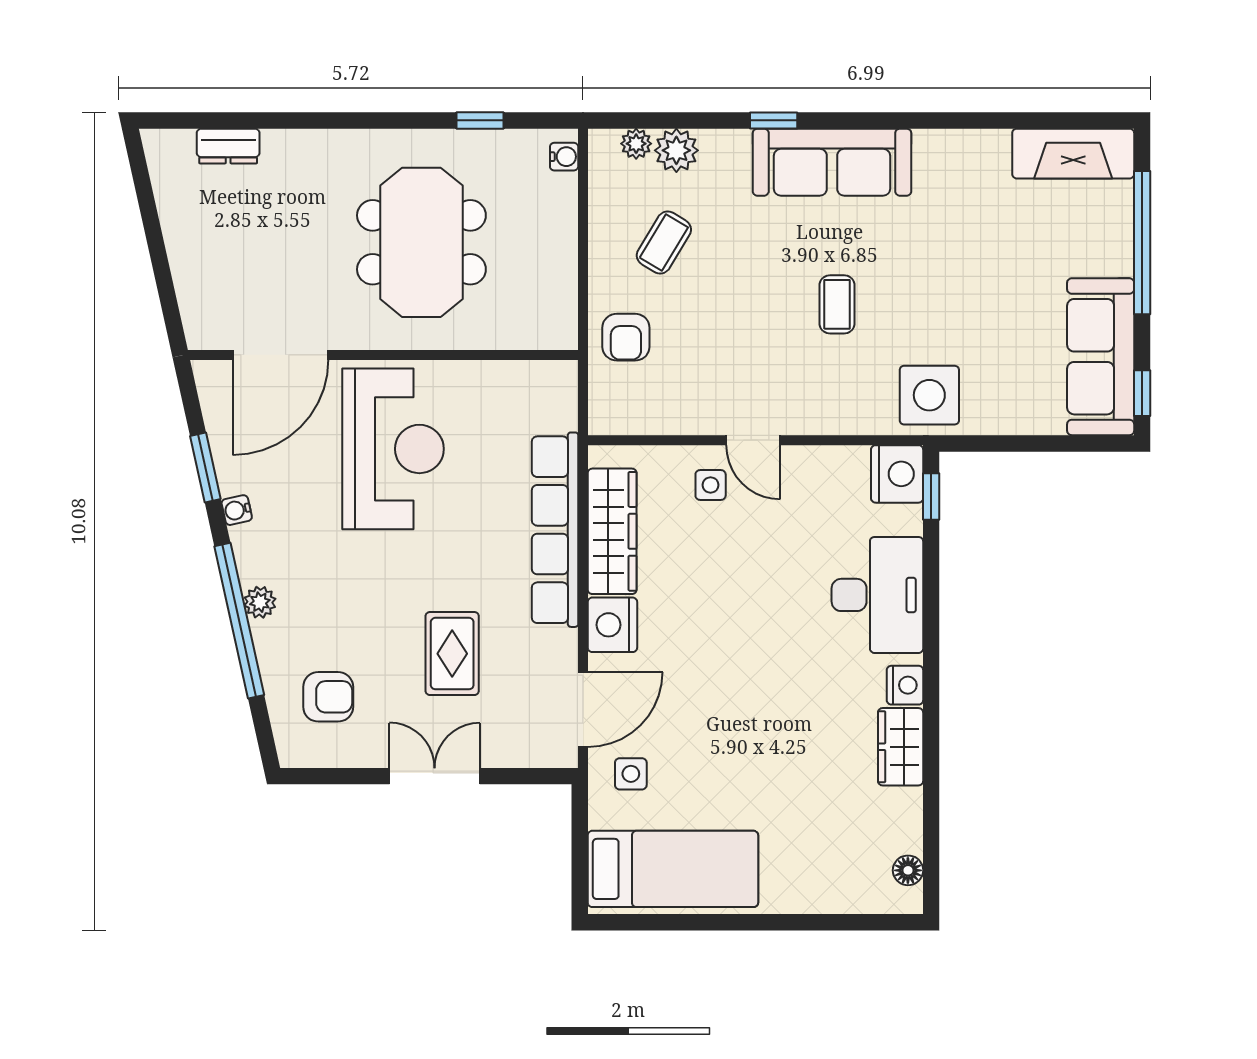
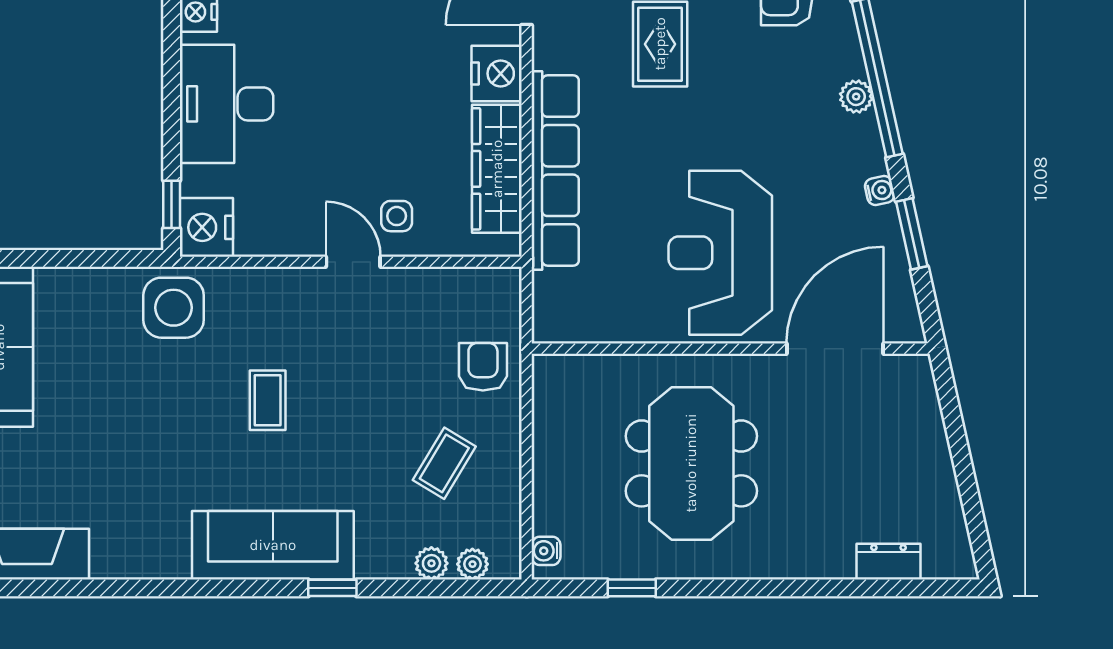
plant: (676, 150) -> (431, 563), width x0.73, depth x0.73

